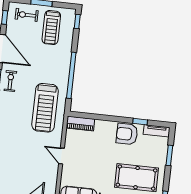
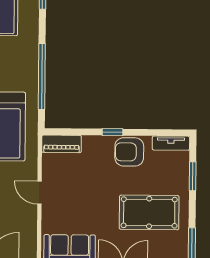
window: (140, 122) -> (112, 132), moved

